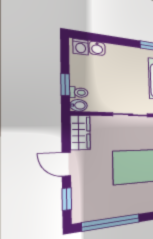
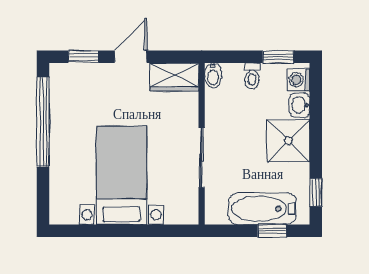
shower: (119, 59) -> (288, 141), added
window: (65, 85) -> (278, 57), moved
toilet: (79, 93) -> (252, 76), moved

